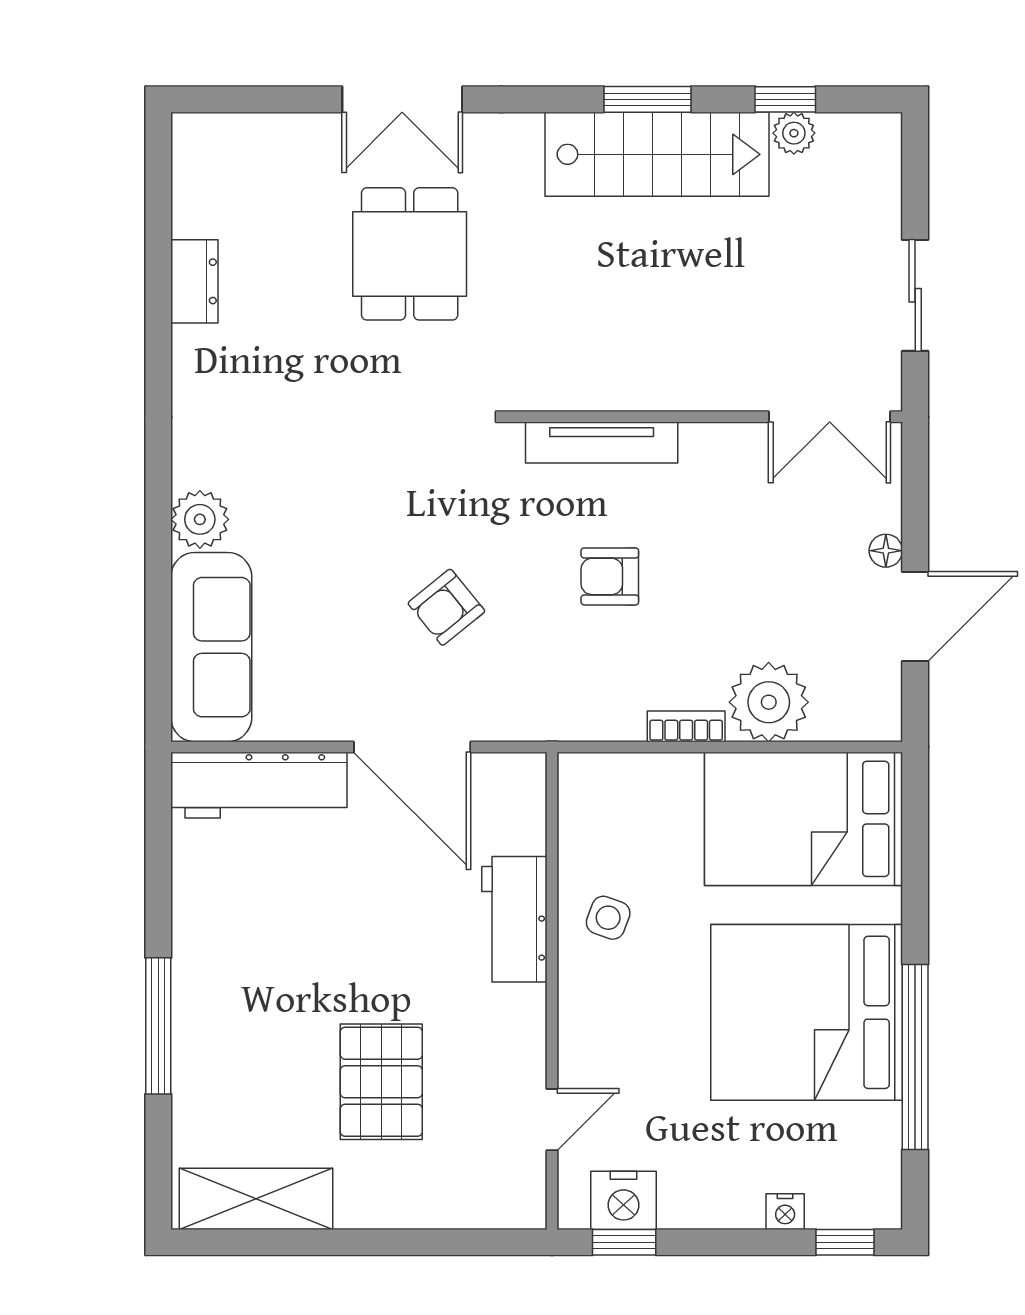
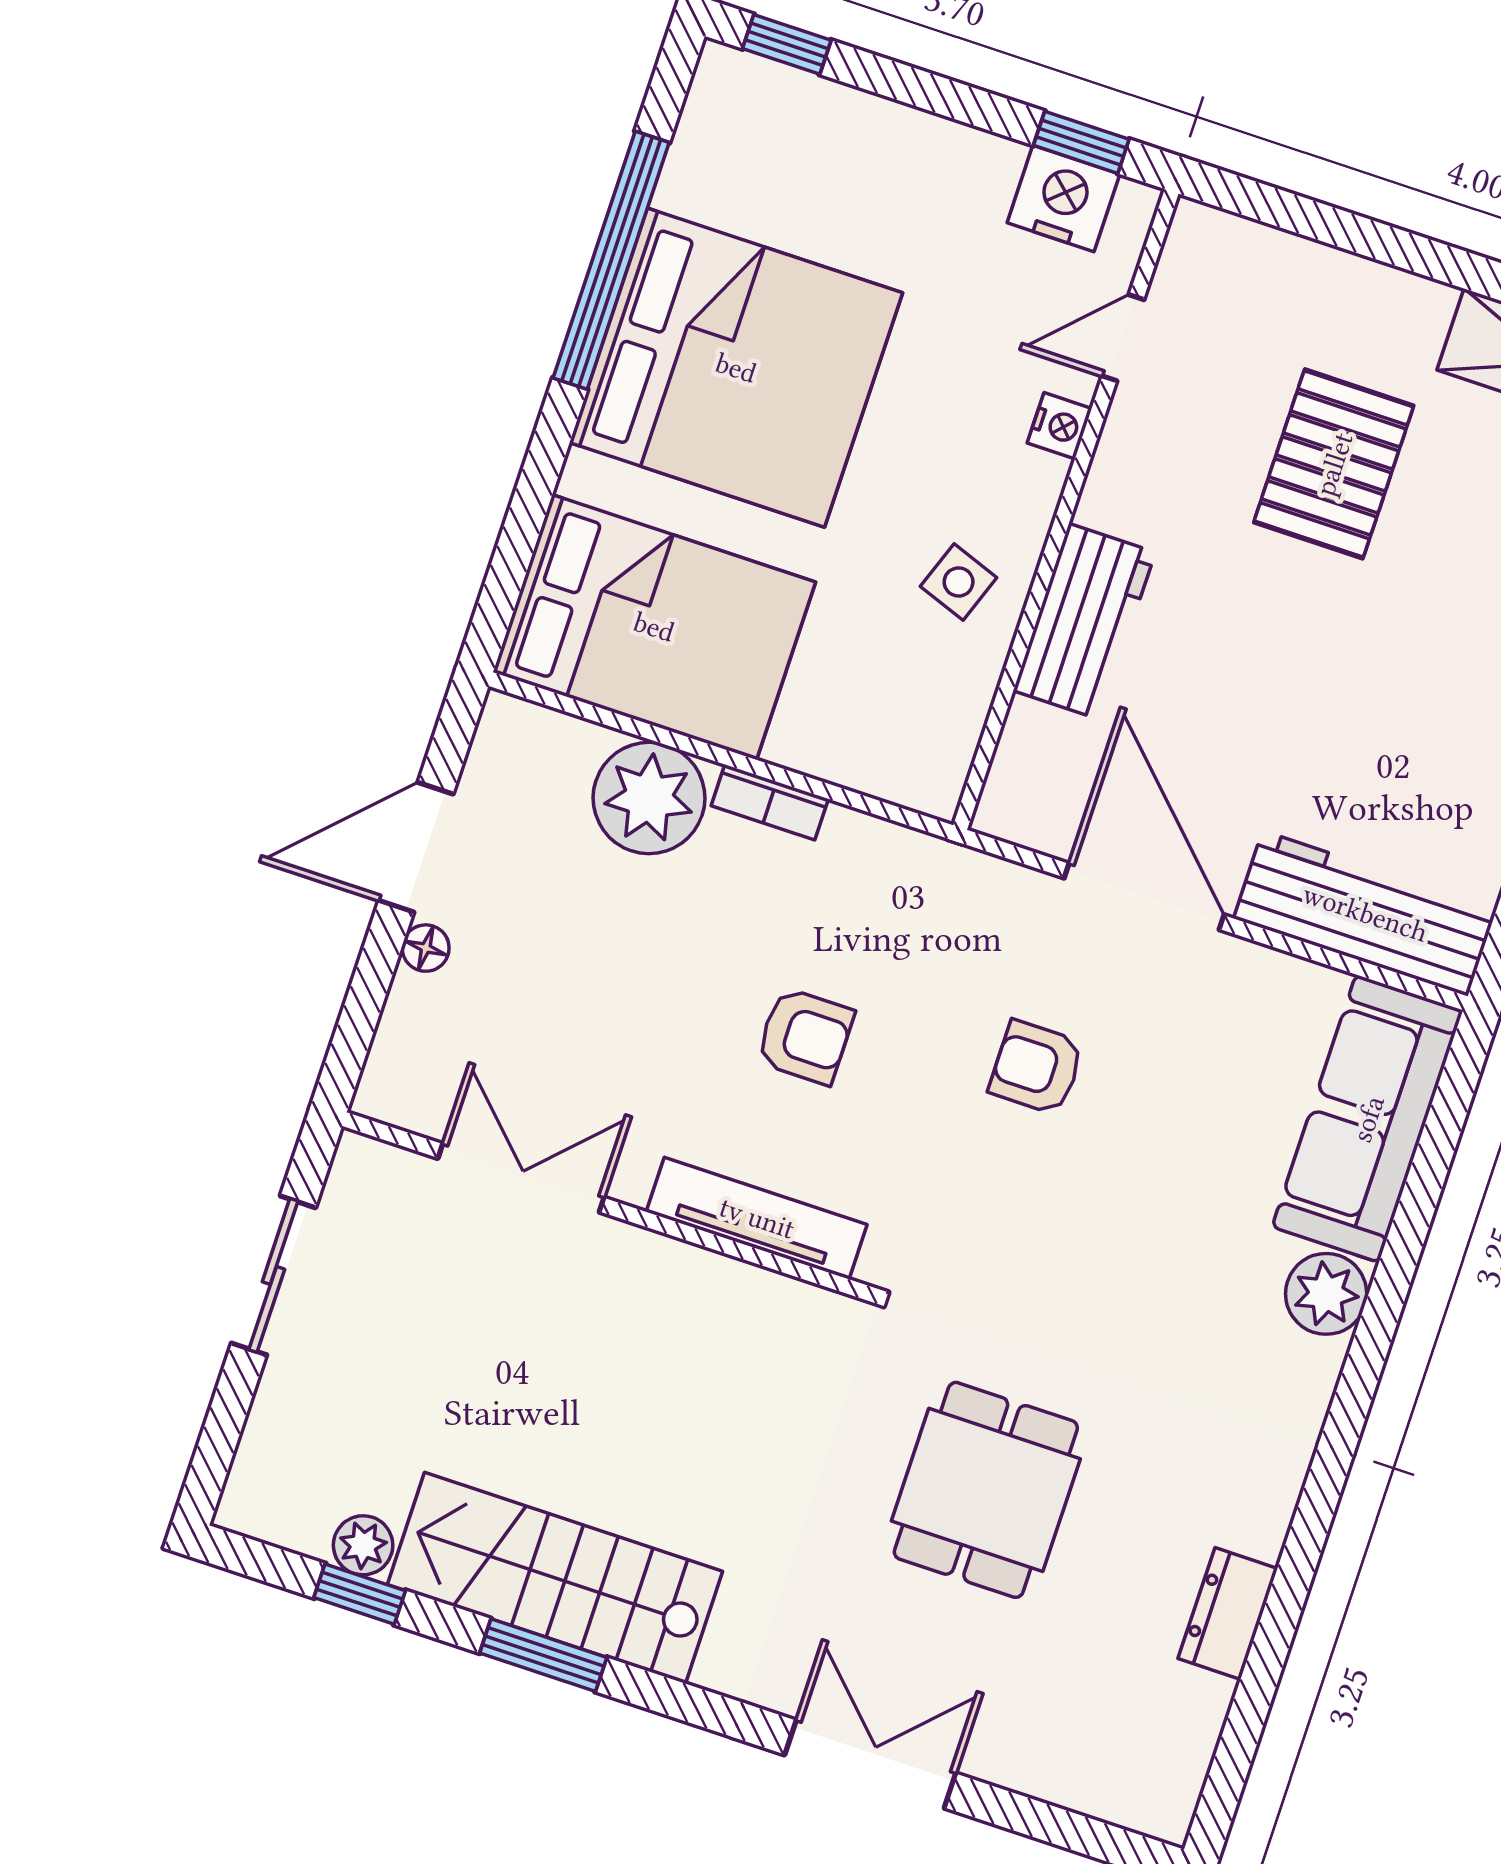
dining table: (410, 254) -> (986, 1490), moved
double door: (830, 417) -> (521, 1178), moved
armchair: (446, 607) -> (1036, 1067), turned -141
nightstand: (785, 1212) -> (1060, 426), moved, turned 90

